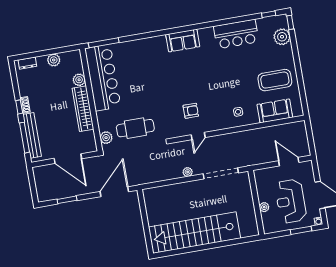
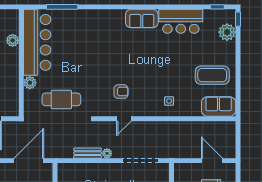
sofa: (183, 41) -> (142, 19), moved
window: (104, 43) -> (62, 7), moved
wardrobe: (83, 109) -> (11, 70), removed
sofa: (275, 111) -> (219, 106), moved
plant: (106, 138) -> (30, 83), moved
bench: (169, 175) -> (88, 153), added

